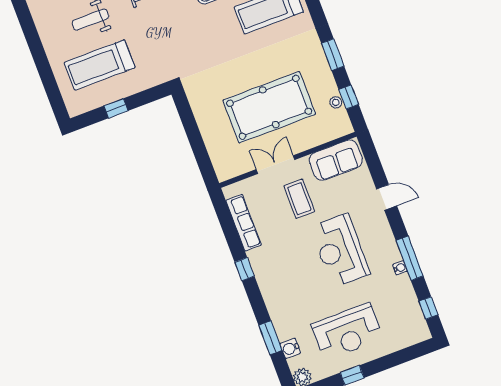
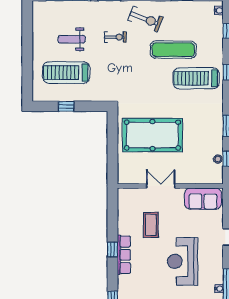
pool table: (269, 107) -> (152, 135), moved
coffee table: (299, 199) -> (151, 225), moved
row of seats: (244, 223) -> (124, 255), moved

